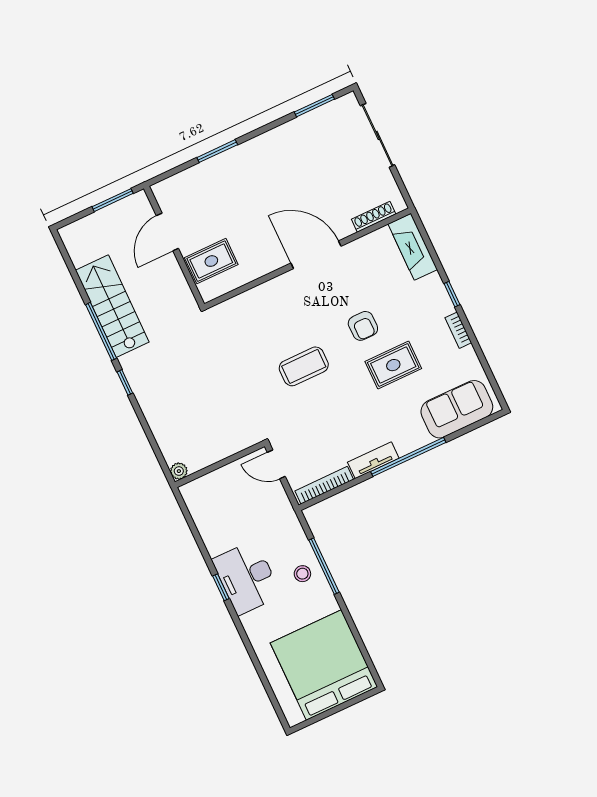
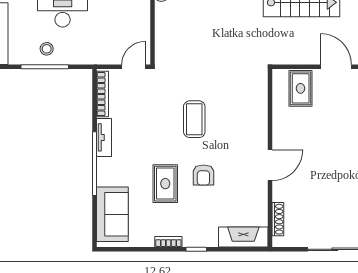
door: (316, 255) -> (270, 165), width x0.73
armchair: (363, 326) -> (203, 175), turned -90

